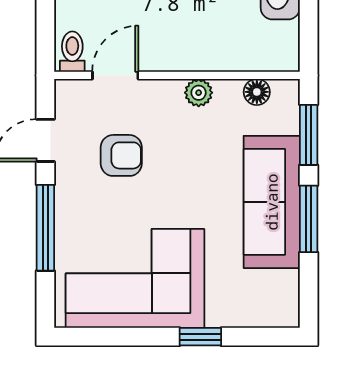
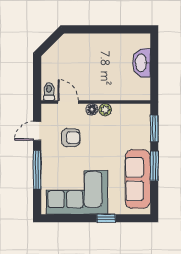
door: (115, 75) -> (68, 102), hinge flipped
floor lamp: (257, 92) -> (92, 109), moved
sofa: (272, 202) -> (138, 179), moved

